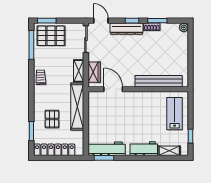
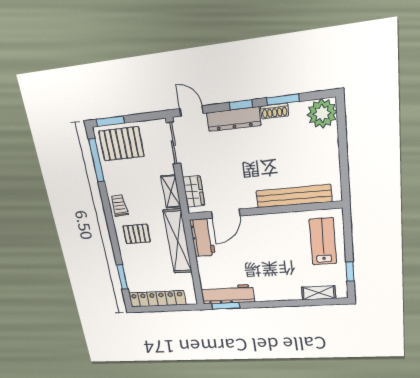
plant: (184, 27) -> (322, 113), width x1.88, depth x1.88
door: (113, 89) -> (226, 214), swing flipped
pallet: (52, 119) -> (137, 234), moved, turned 90
workbench: (144, 149) -> (203, 238), moved, turned 90

